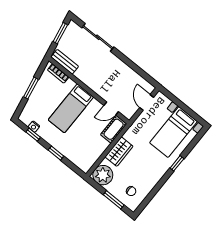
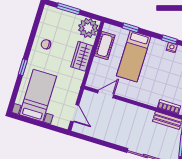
bed: (71, 108) -> (134, 56), moved, turned 180
cot: (114, 129) -> (105, 45), moved
window: (56, 153) -> (131, 28), moved
chair: (131, 191) -> (46, 44), moved

